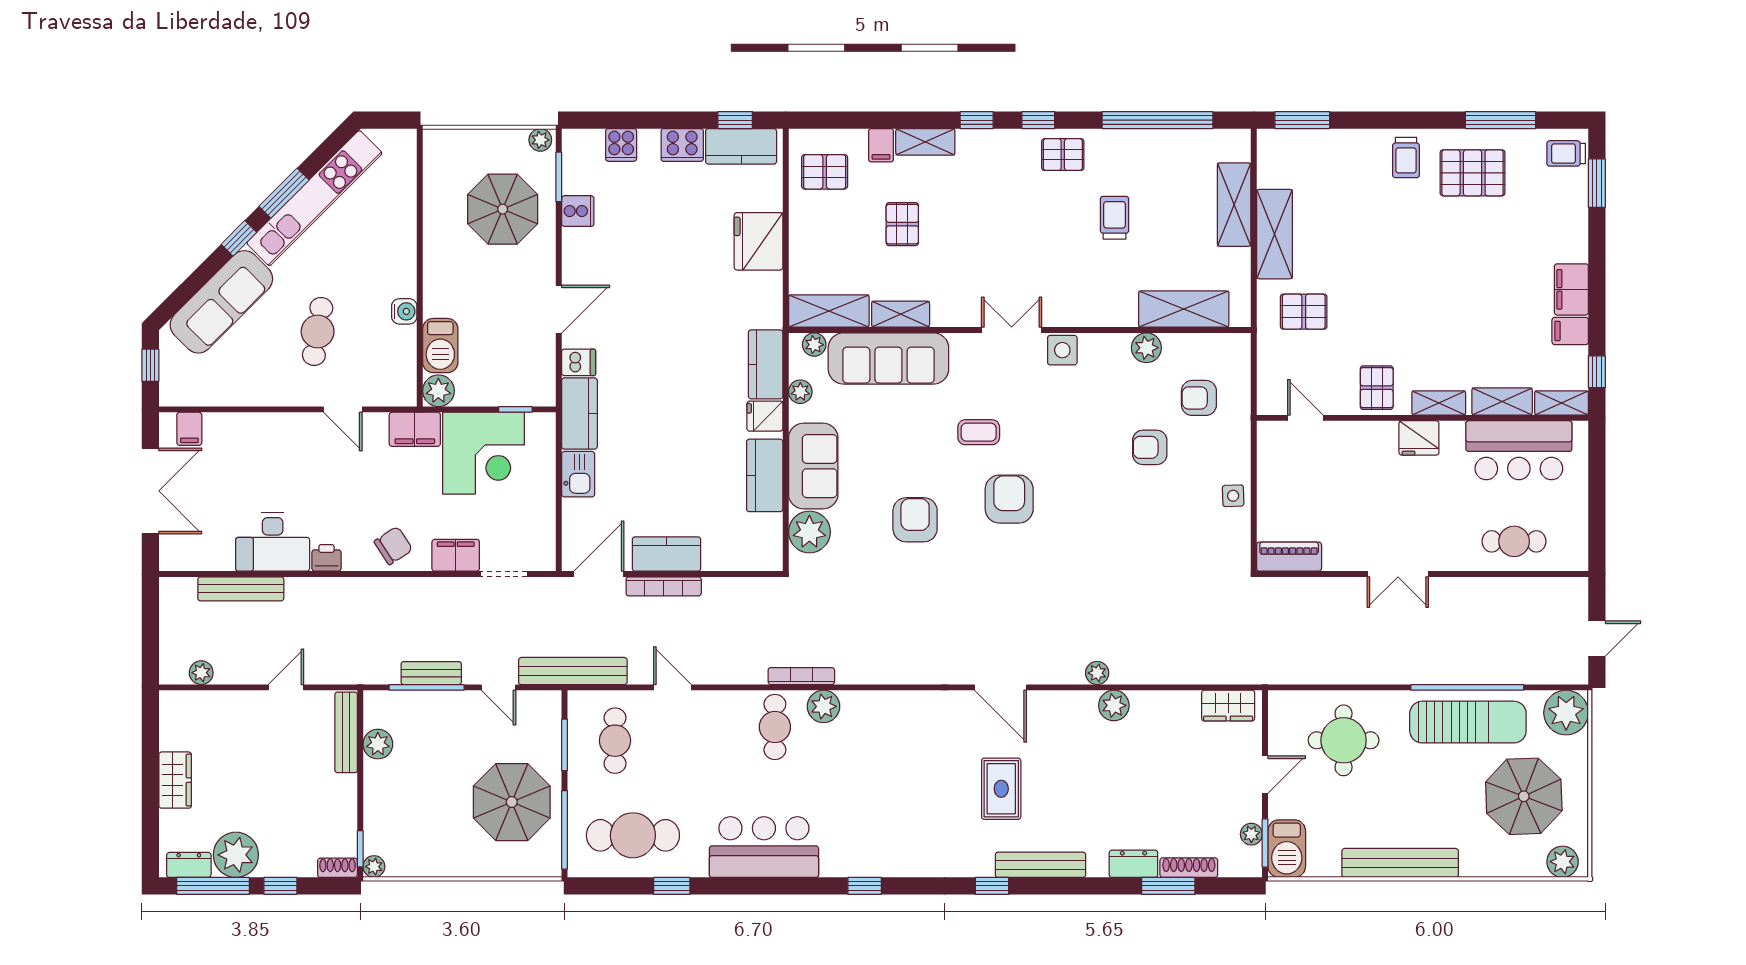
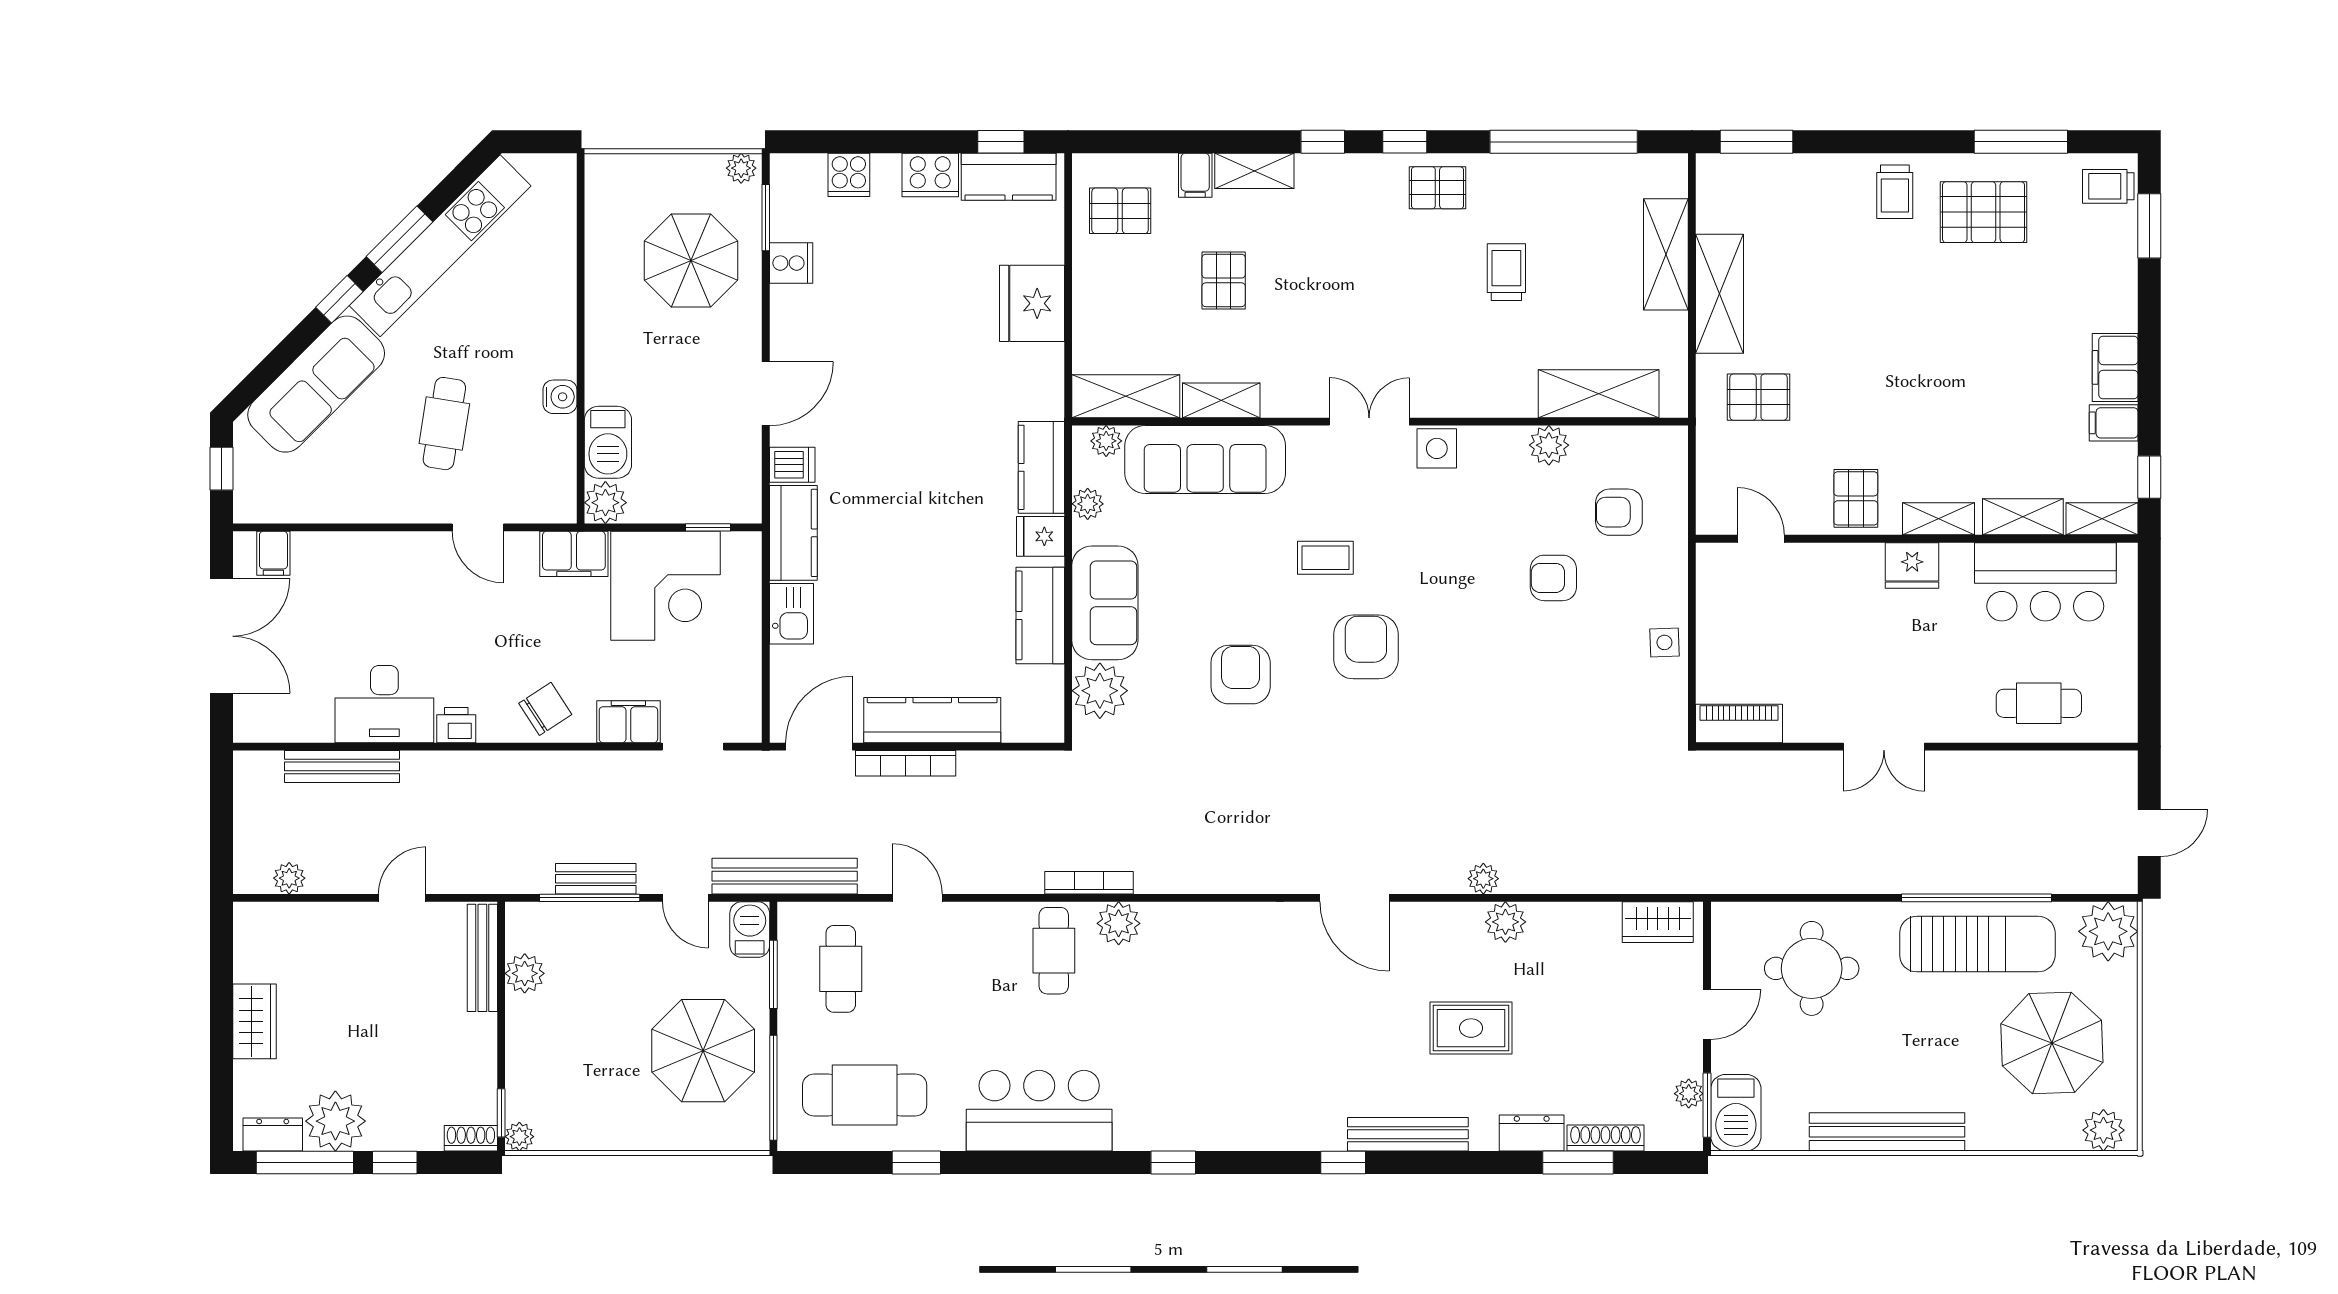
kitchen counter: (667, 554) -> (932, 720), width x1.50
barbecue: (547, 711) -> (750, 930), added
rug: (1001, 789) -> (1471, 1028), moved, turned 90

